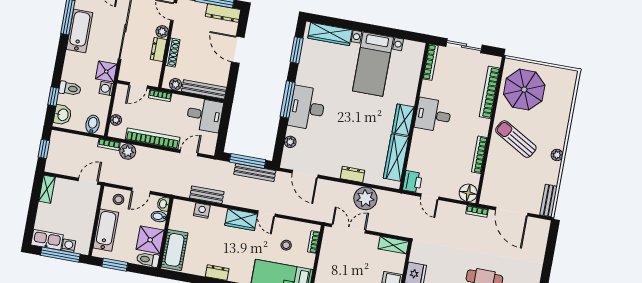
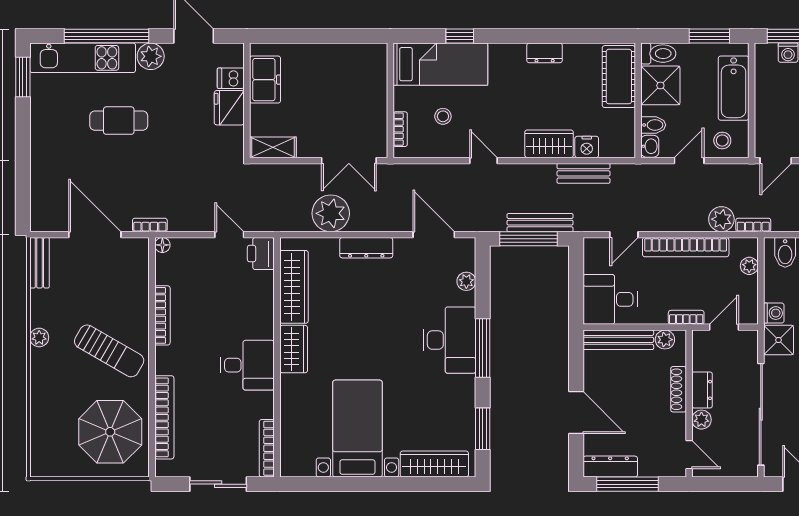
bench: (255, 172) -> (540, 223), moved
dresser: (352, 174) -> (366, 248), width x1.44
floor lamp: (468, 193) -> (162, 245), width x0.53, depth x0.53
wardrobe: (241, 220) -> (549, 144), moved

